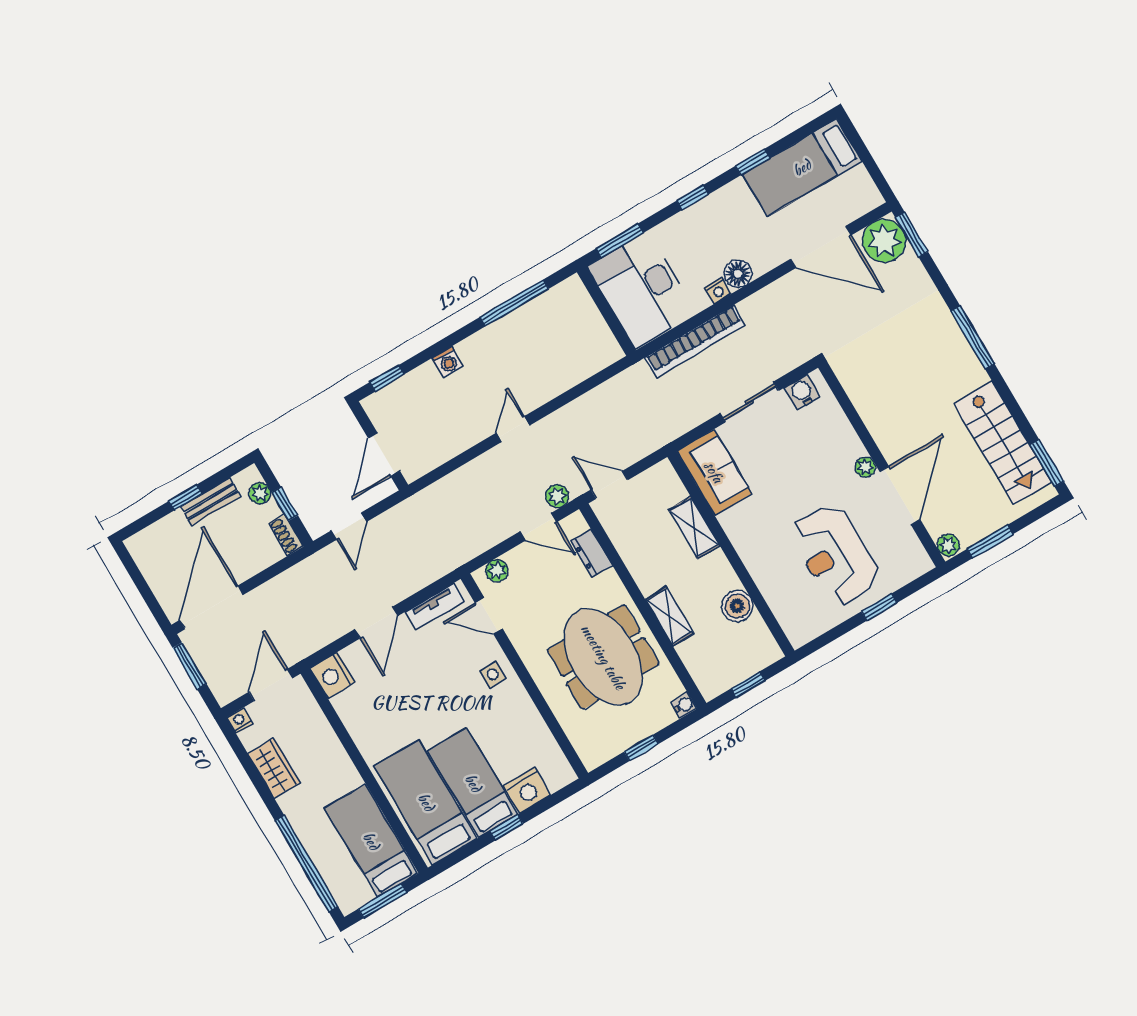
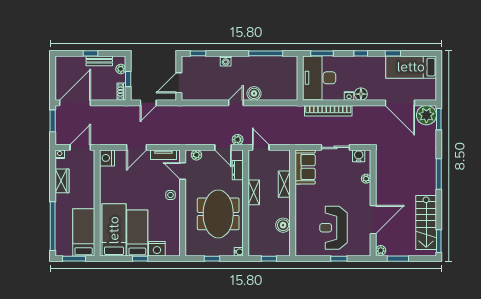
boiler: (537, 391) -> (254, 93), added
plant: (865, 467) -> (366, 179), moved
shelving: (669, 616) -> (254, 192), moved

